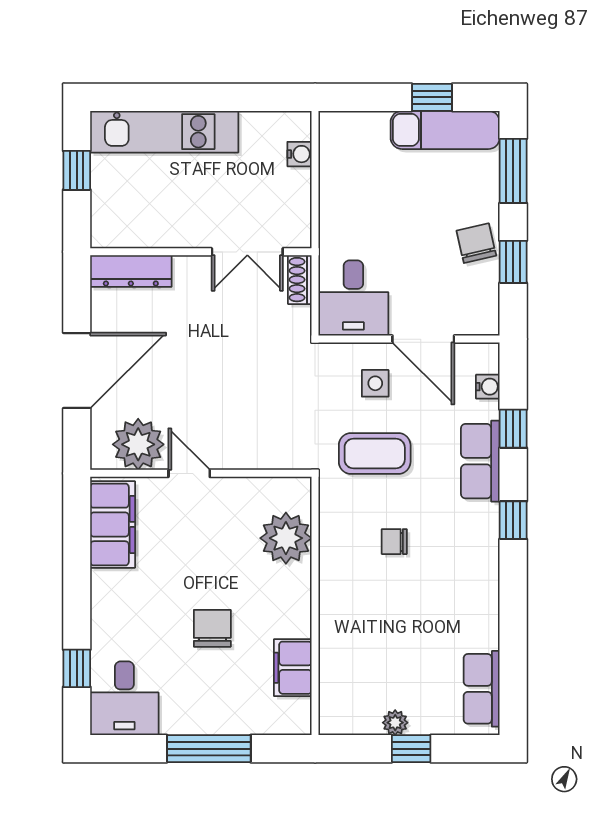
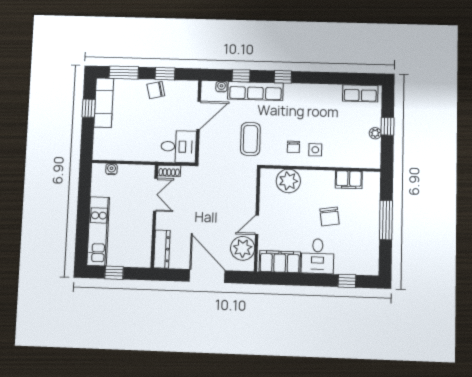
side table: (375, 383) -> (315, 150), moved
row of seats: (480, 461) -> (255, 91), width x1.48
chair: (394, 542) -> (293, 147), moved
chair: (212, 628) -> (330, 217), turned -98
desk: (124, 698) -> (318, 256), moved, turned 90

